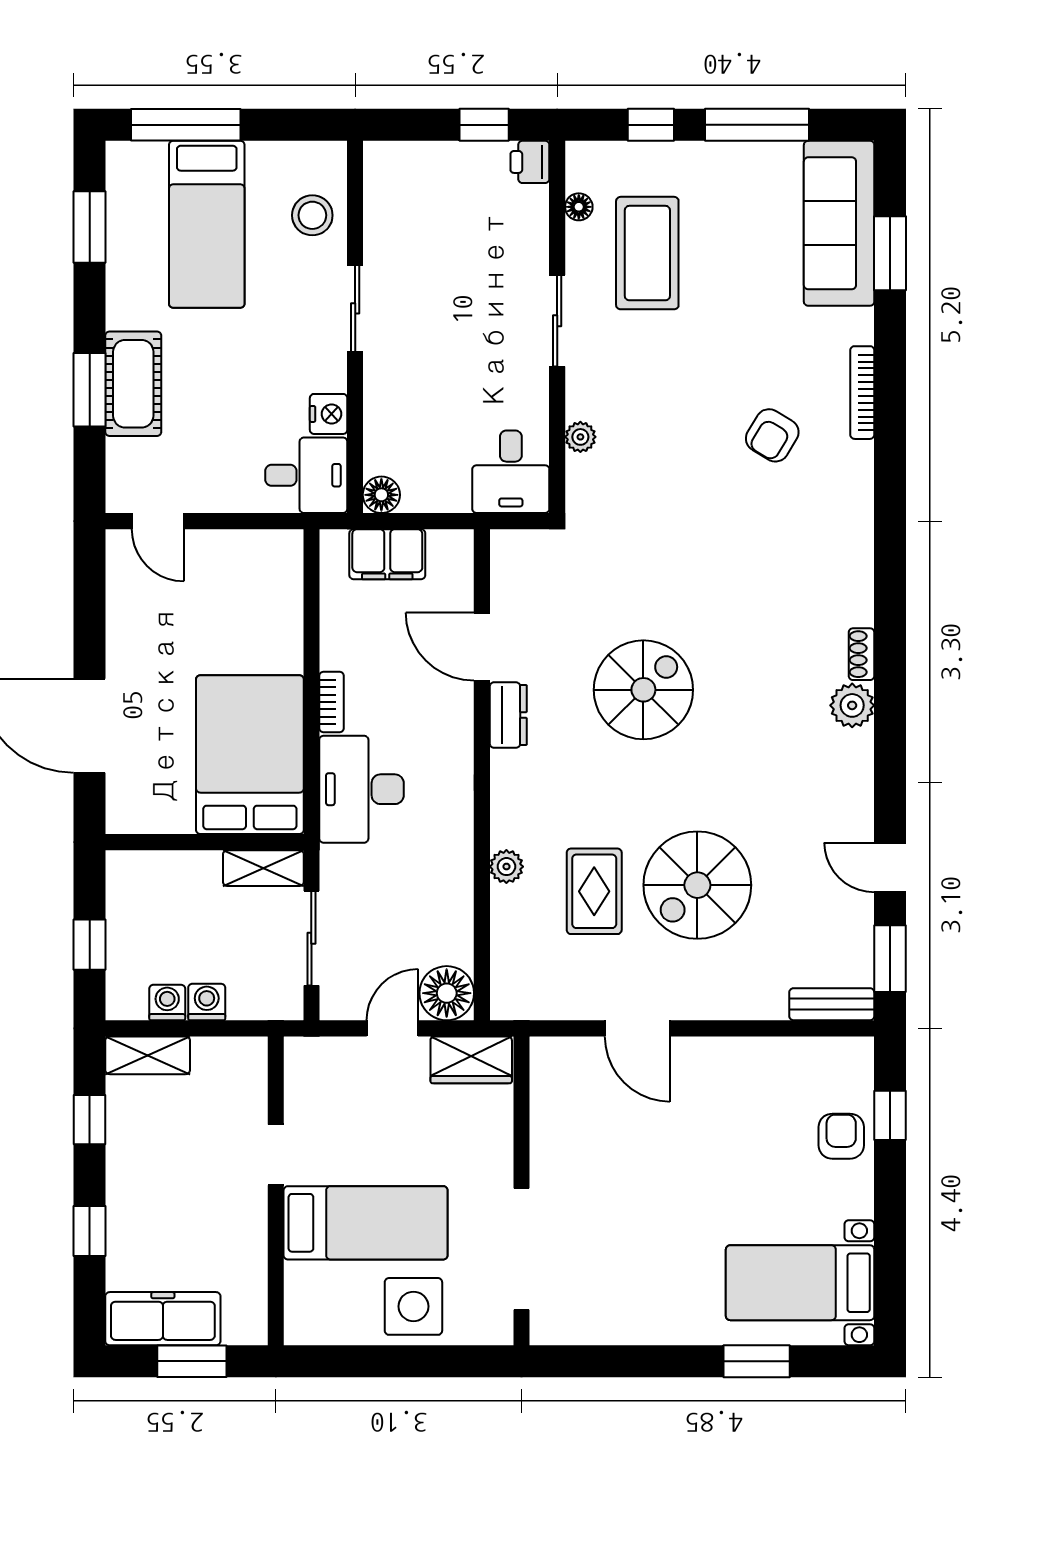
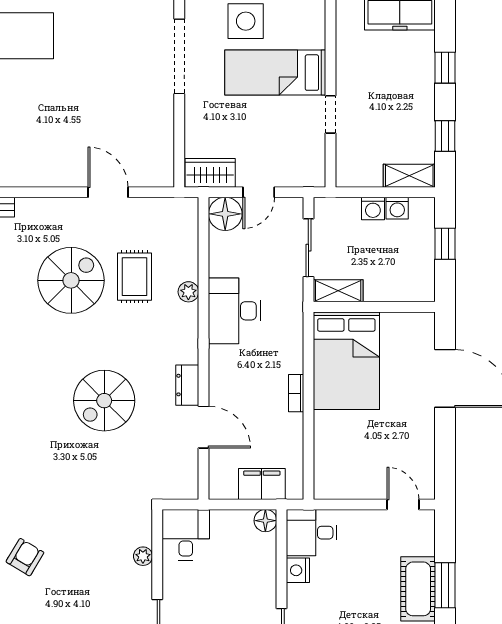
desk: (362, 789) -> (234, 311), moved, turned 180

